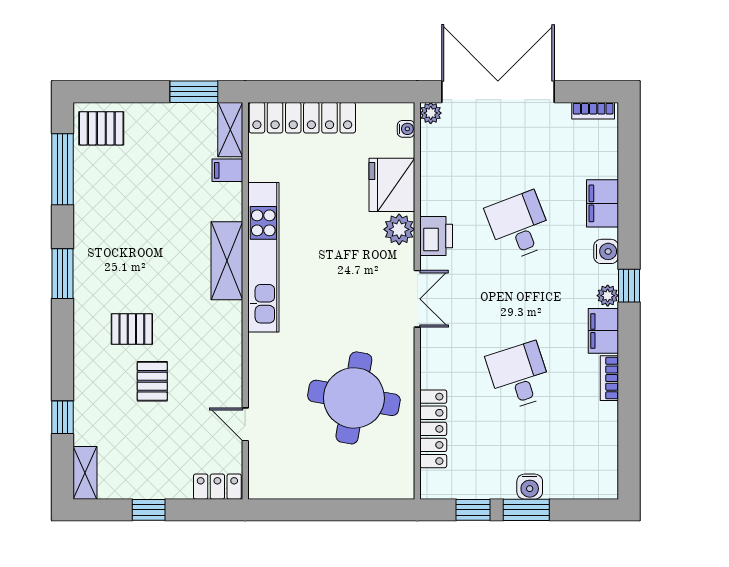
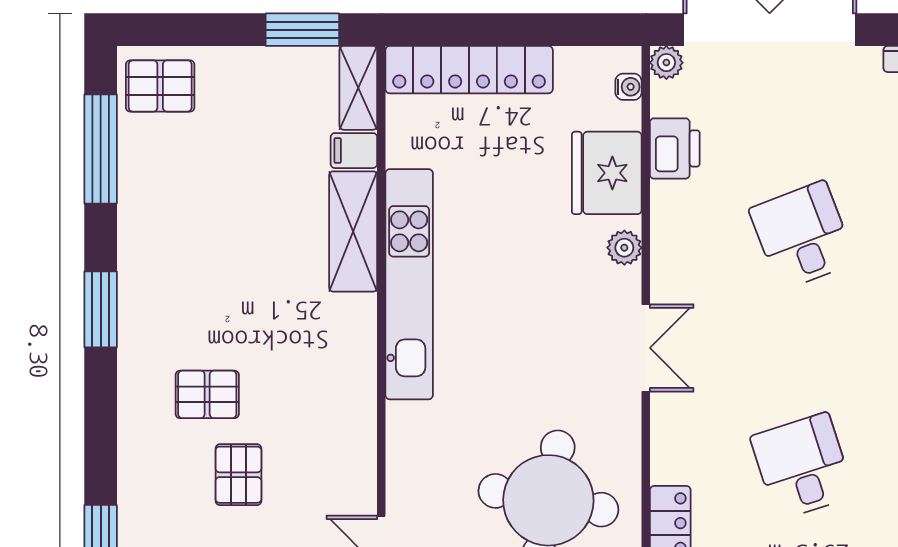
plant: (399, 229) -> (624, 248), width x0.73, depth x0.73
printer: (436, 236) -> (675, 148), moved
shelving: (227, 261) -> (353, 231), moved

